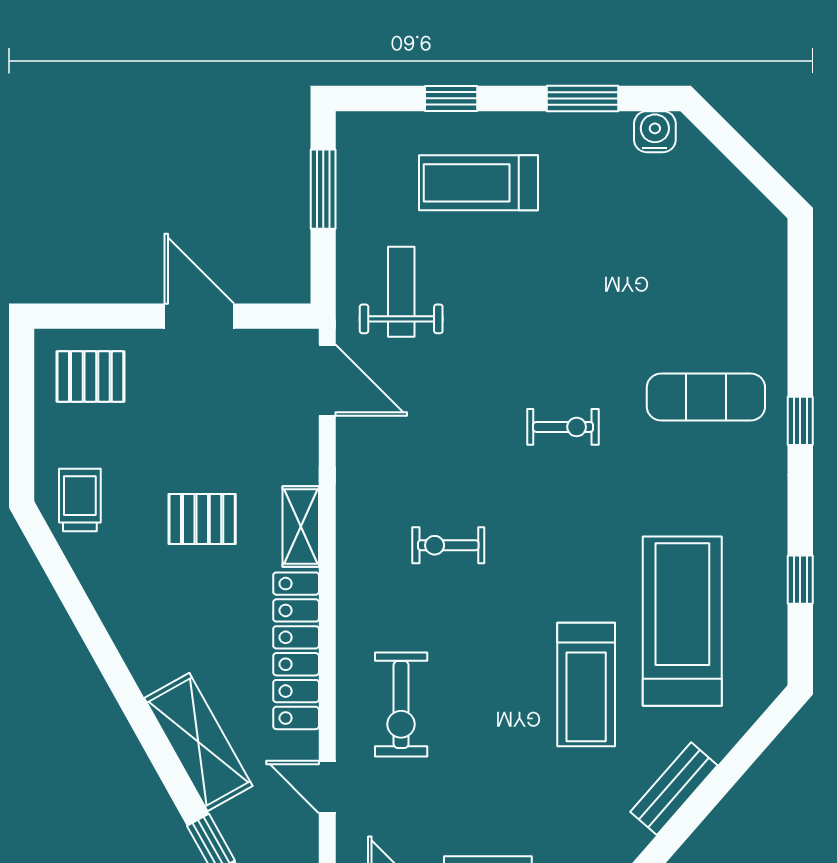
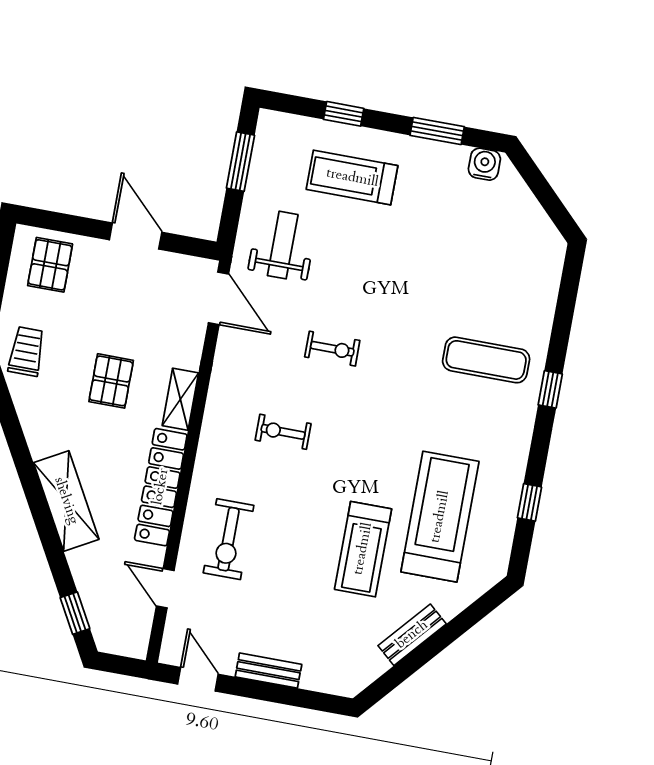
pallet: (90, 376) -> (50, 265), turned 90
exercise bike: (563, 427) -> (332, 349), moved
pallet: (202, 519) -> (111, 381), turned 90
shelving: (198, 742) -> (66, 501), moved

